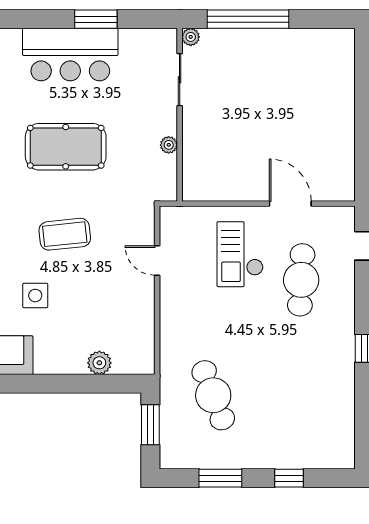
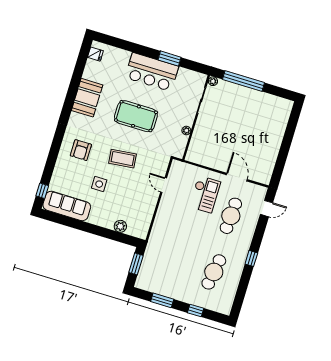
checkout: (240, 254) -> (205, 194), turned 180
cafe table: (213, 395) -> (214, 272), moved, turned 30

